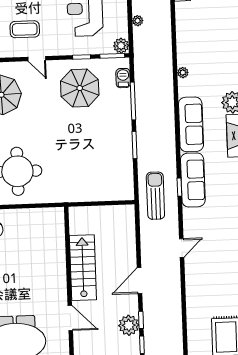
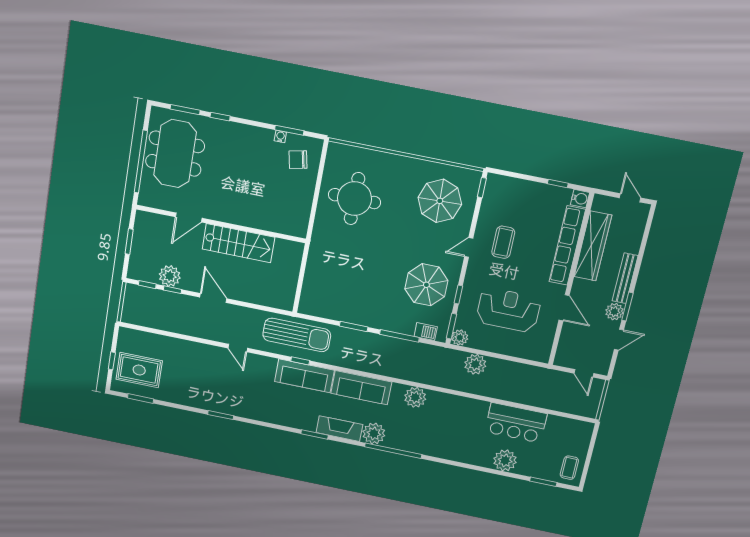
plant: (138, 21) -> (475, 364), width x1.88, depth x1.88
plant: (183, 73) -> (415, 397), width x1.87, depth x1.87
sun lounger: (155, 196) -> (297, 335), width x1.36, depth x1.34

